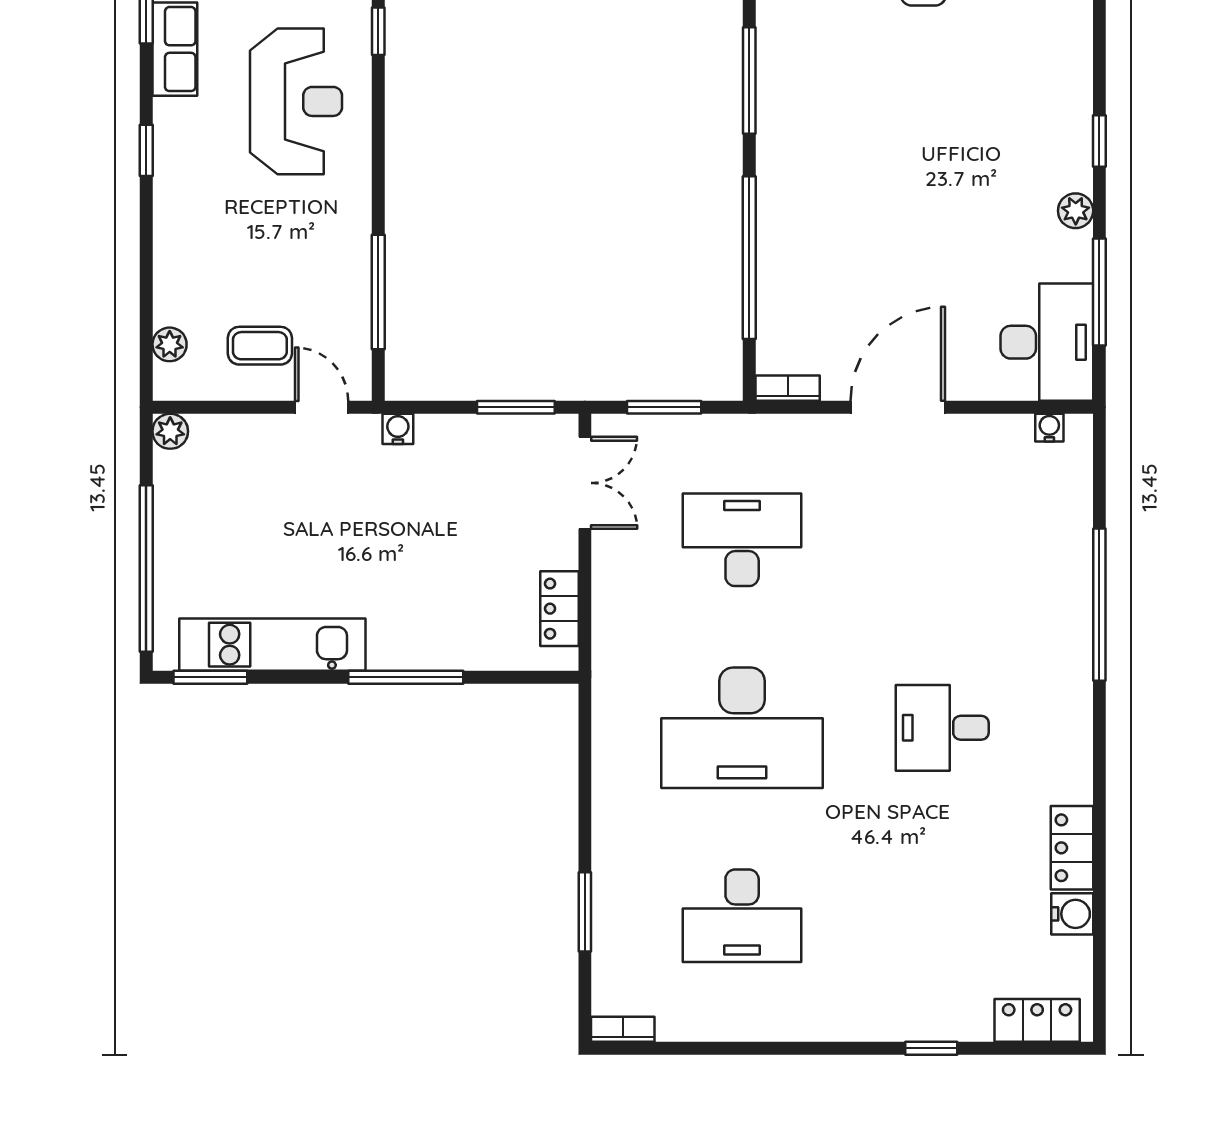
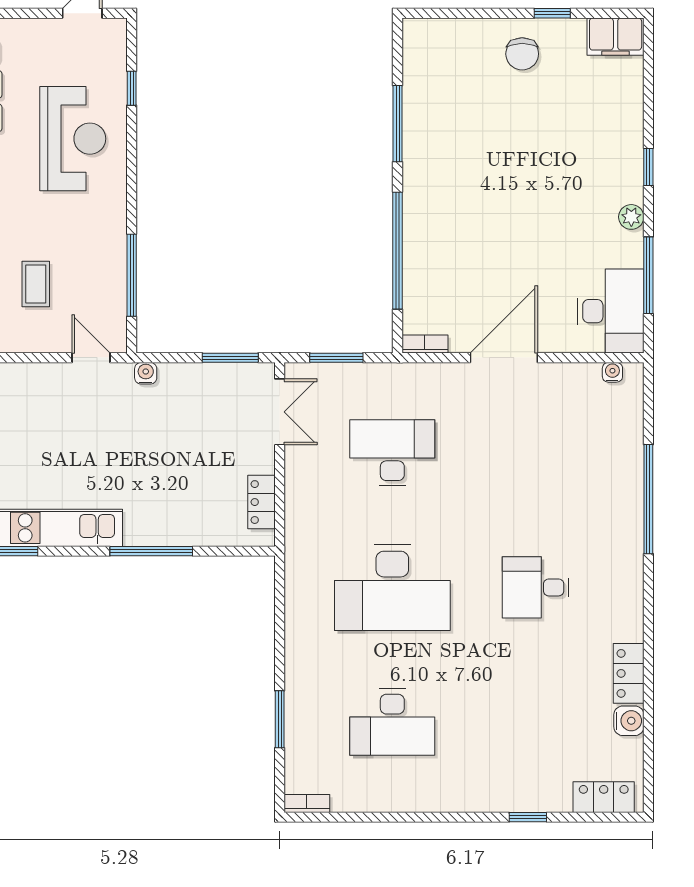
coffee table: (260, 346) -> (36, 284), moved, turned 90

